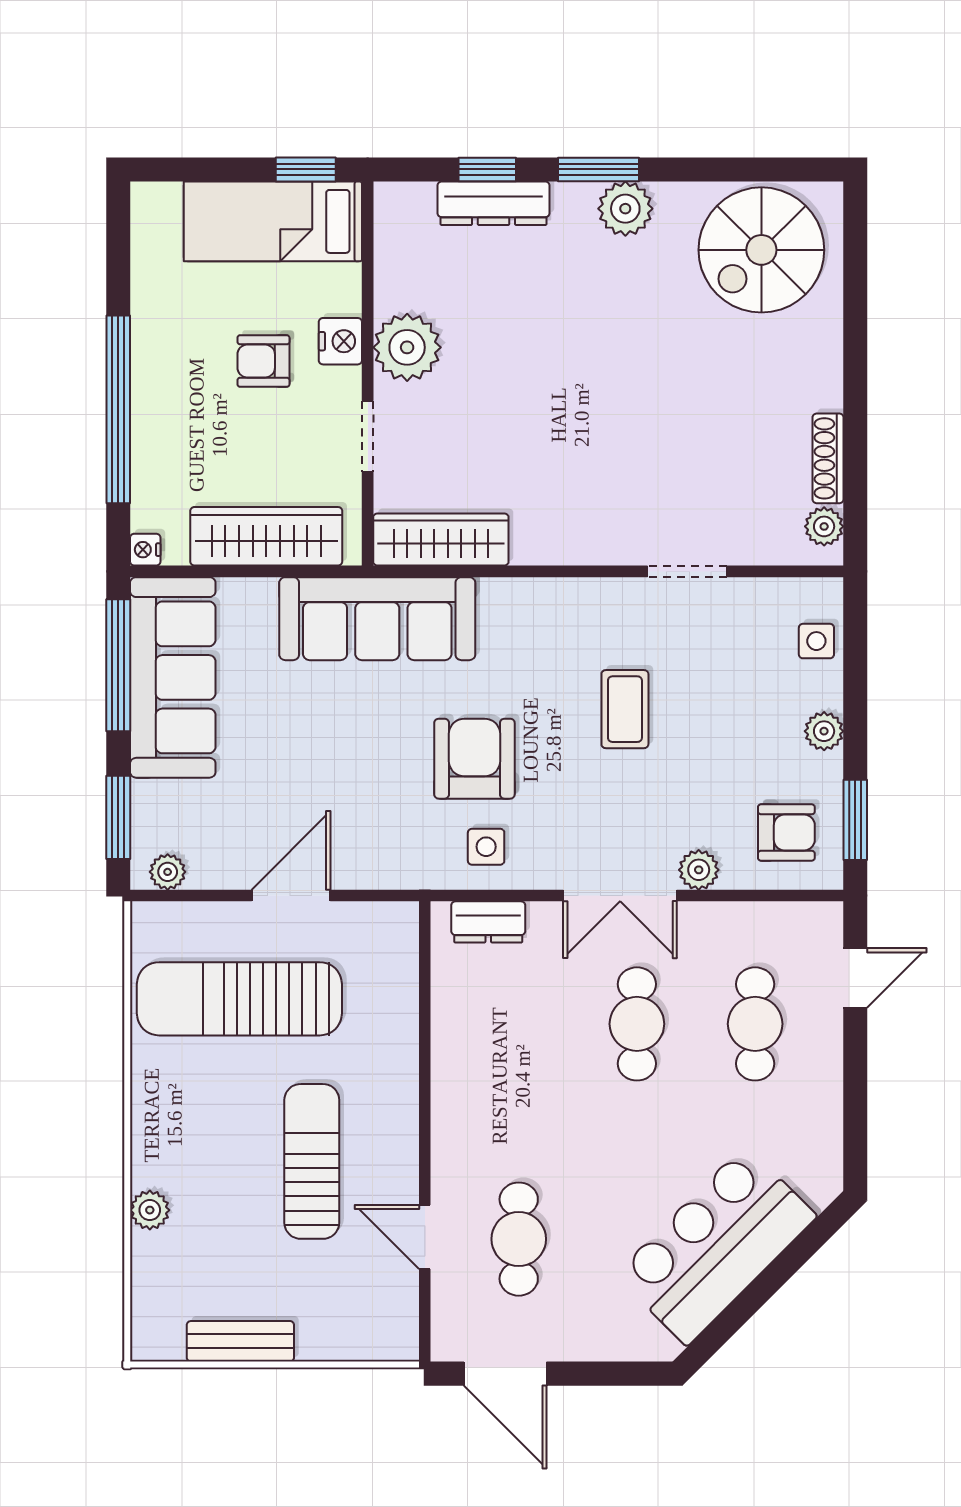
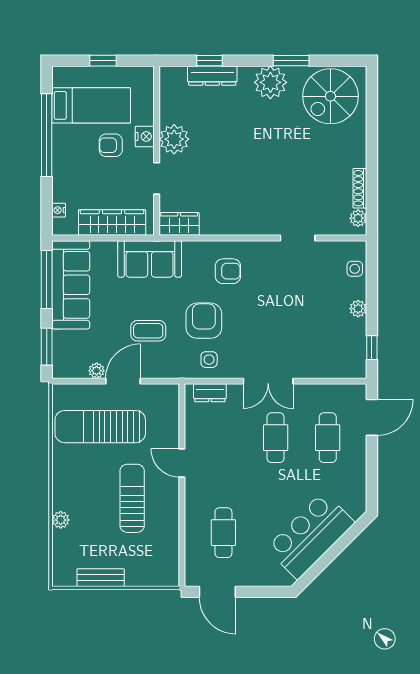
window: (306, 169) -> (103, 61), moved
window: (599, 169) -> (291, 61), moved
plant: (625, 209) -> (270, 82), width x1.36, depth x1.36
bed: (273, 221) -> (91, 105), moved, turned 180
window: (118, 409) -> (47, 135), moved
wardrobe: (441, 539) -> (179, 224), width x0.67
nightstand: (145, 550) -> (59, 210), moved
sofa: (377, 619) -> (150, 259), width x0.73
coffee table: (625, 709) -> (148, 331), moved, turned 90
window: (855, 820) -> (372, 348), width x0.67
armchair: (786, 833) -> (228, 271), moved
plant: (699, 870) -> (303, 370), removed
plant: (168, 872) -> (97, 371), moved
door: (855, 978) -> (372, 417), width x1.38
door: (425, 1237) -> (182, 463), moved

